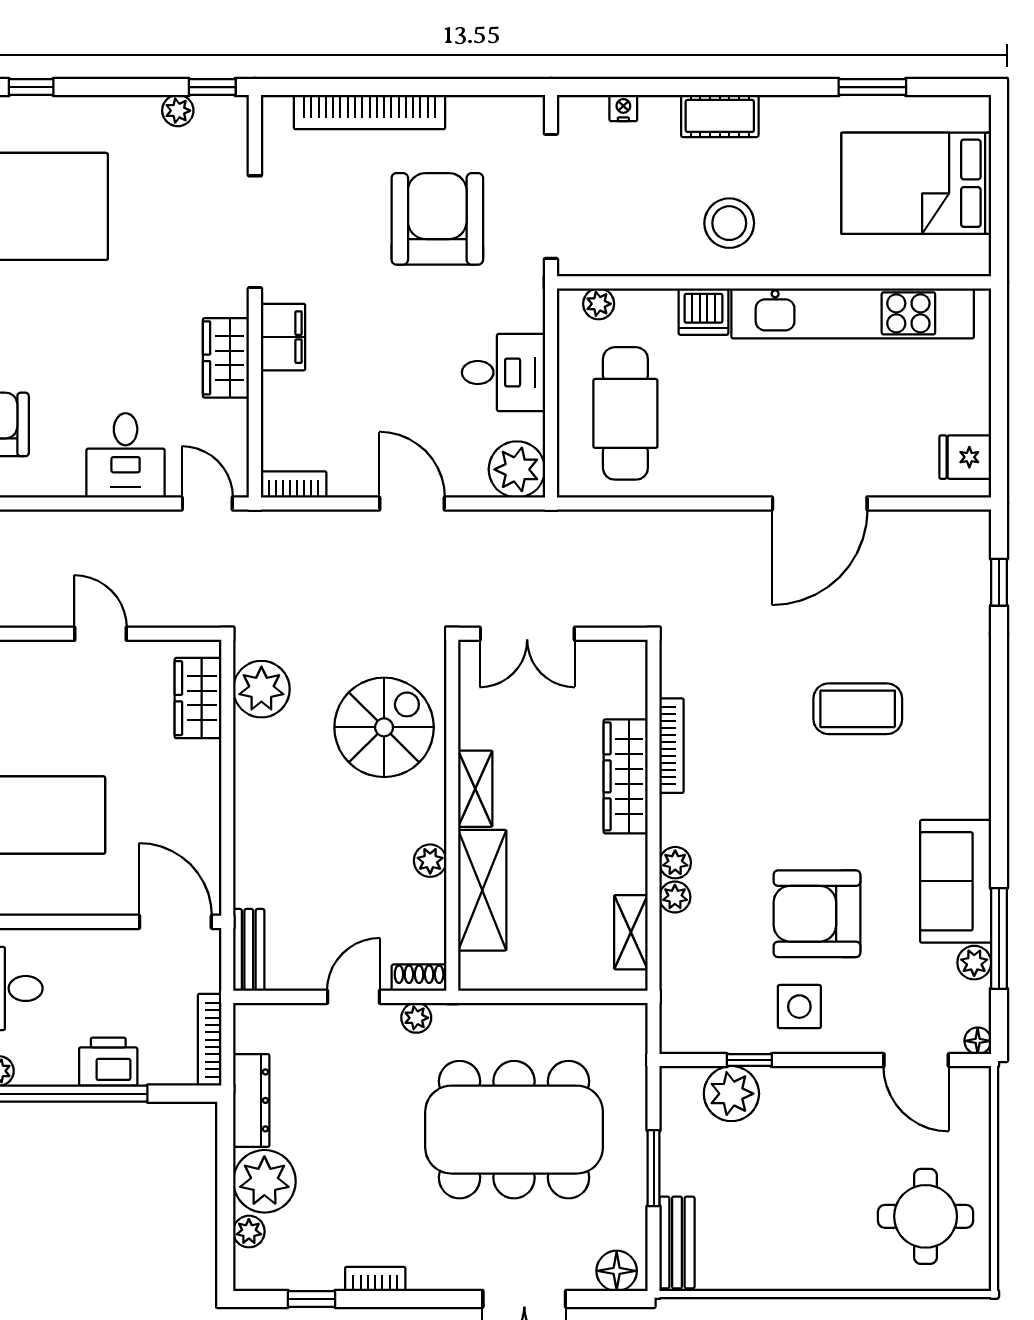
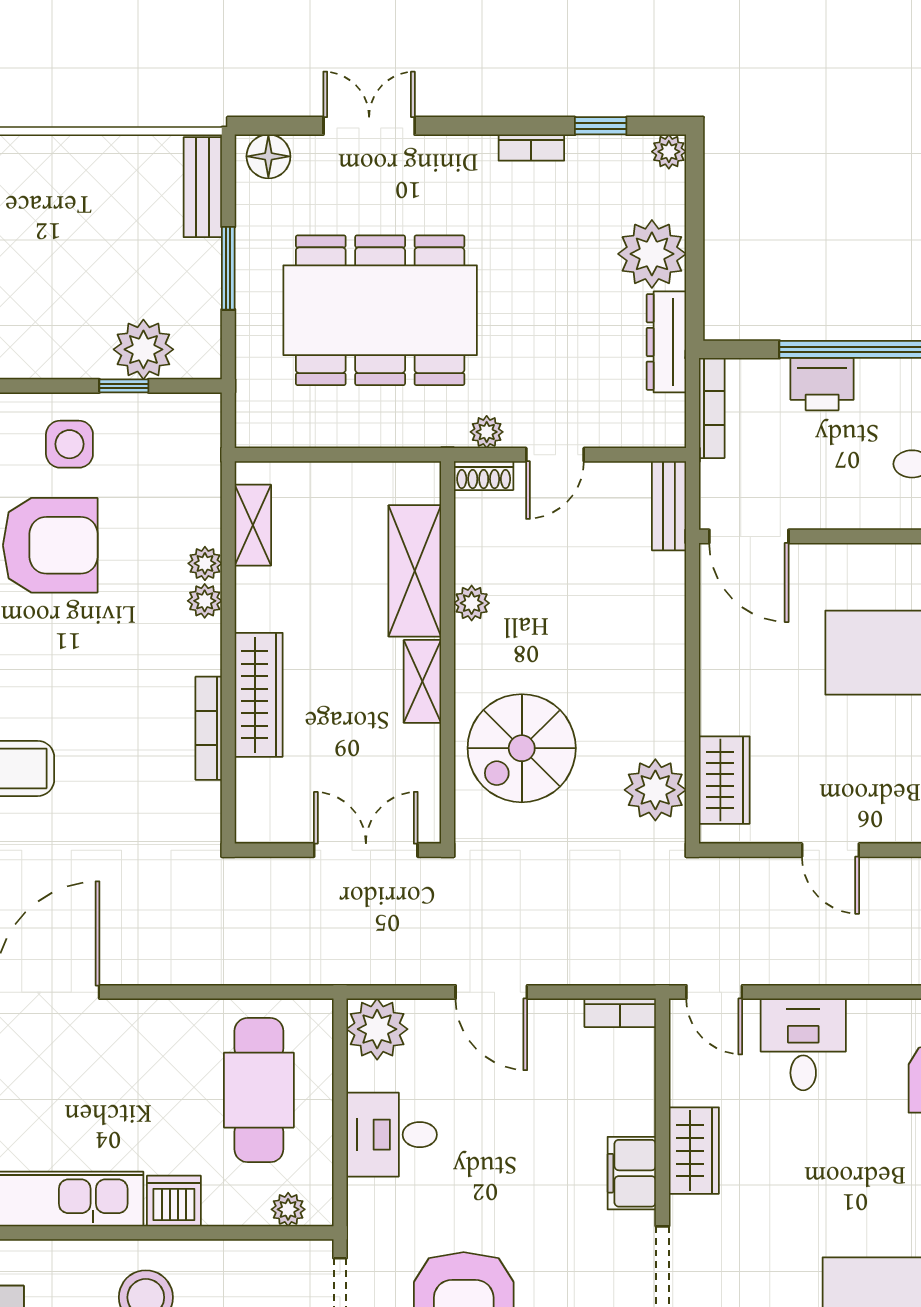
plant: (249, 1232) -> (669, 152), moved

